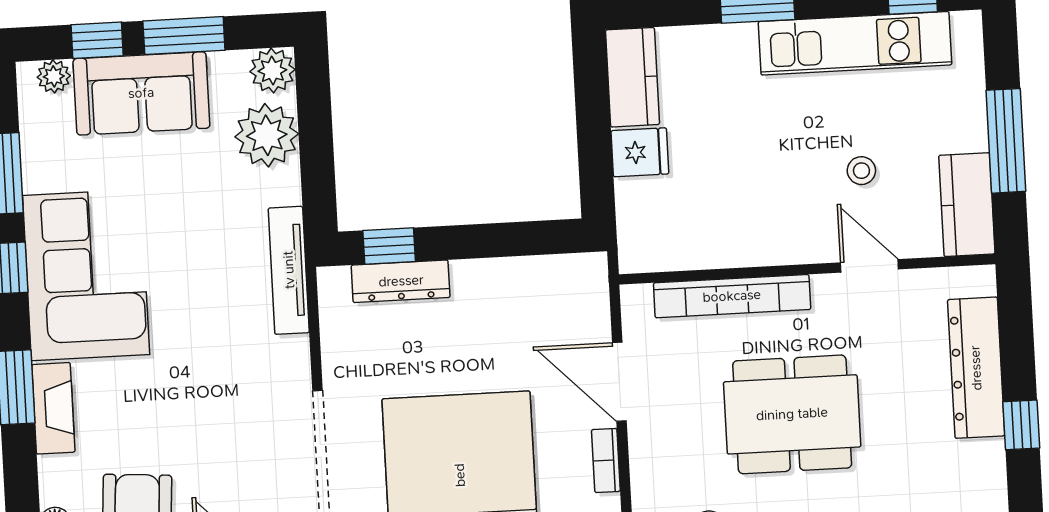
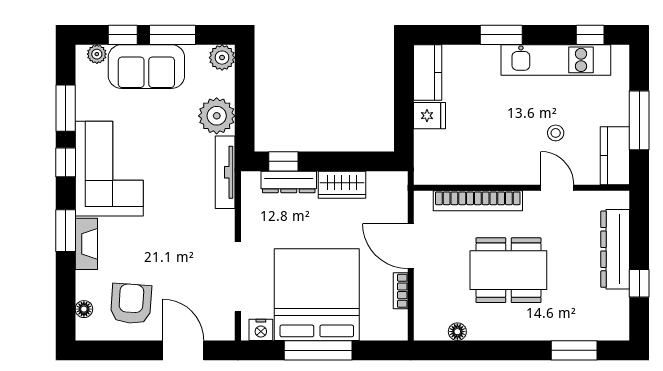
plant: (267, 135) -> (217, 116), moved
wardrobe: (494, 281) -> (342, 185), added

